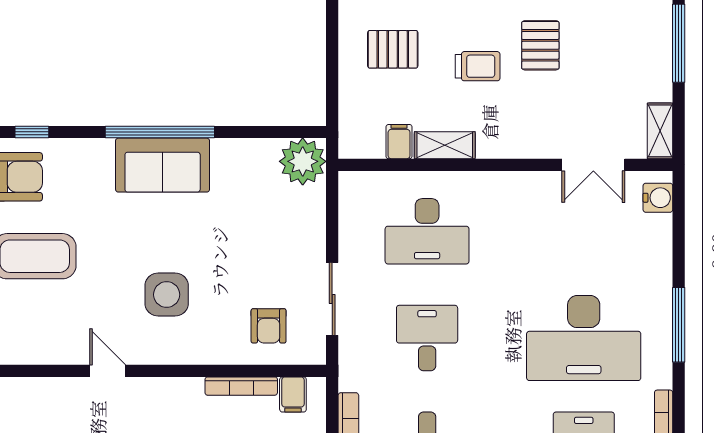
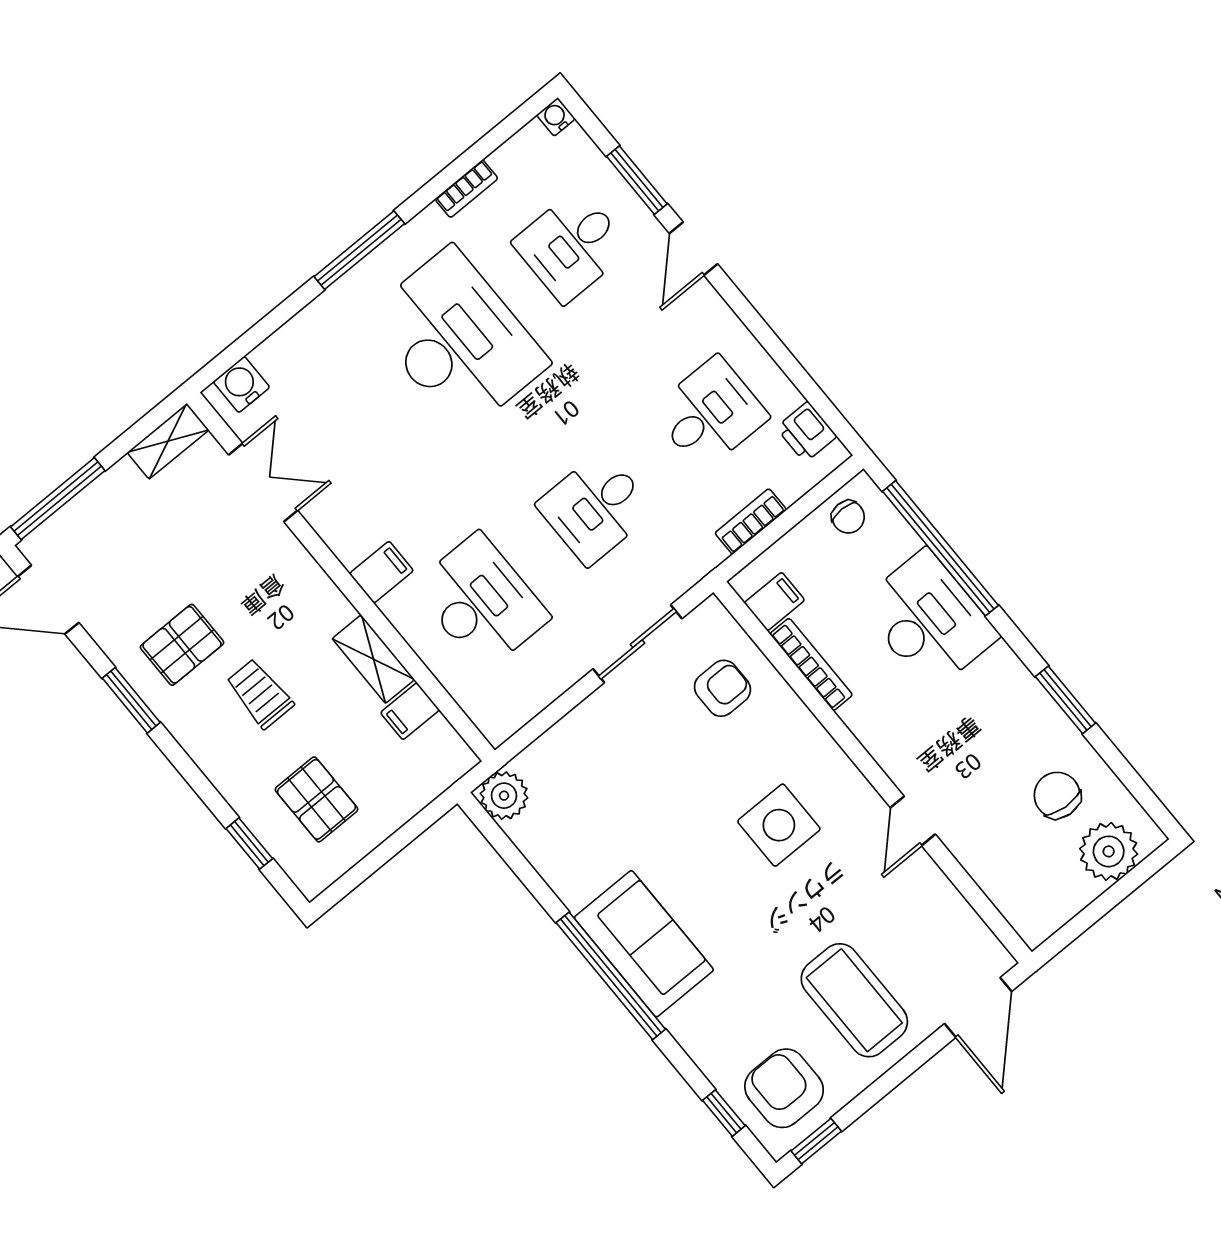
plant: (303, 161) -> (504, 796), width x0.73, depth x0.73
filing cabinet: (489, 189) -> (381, 572), added

